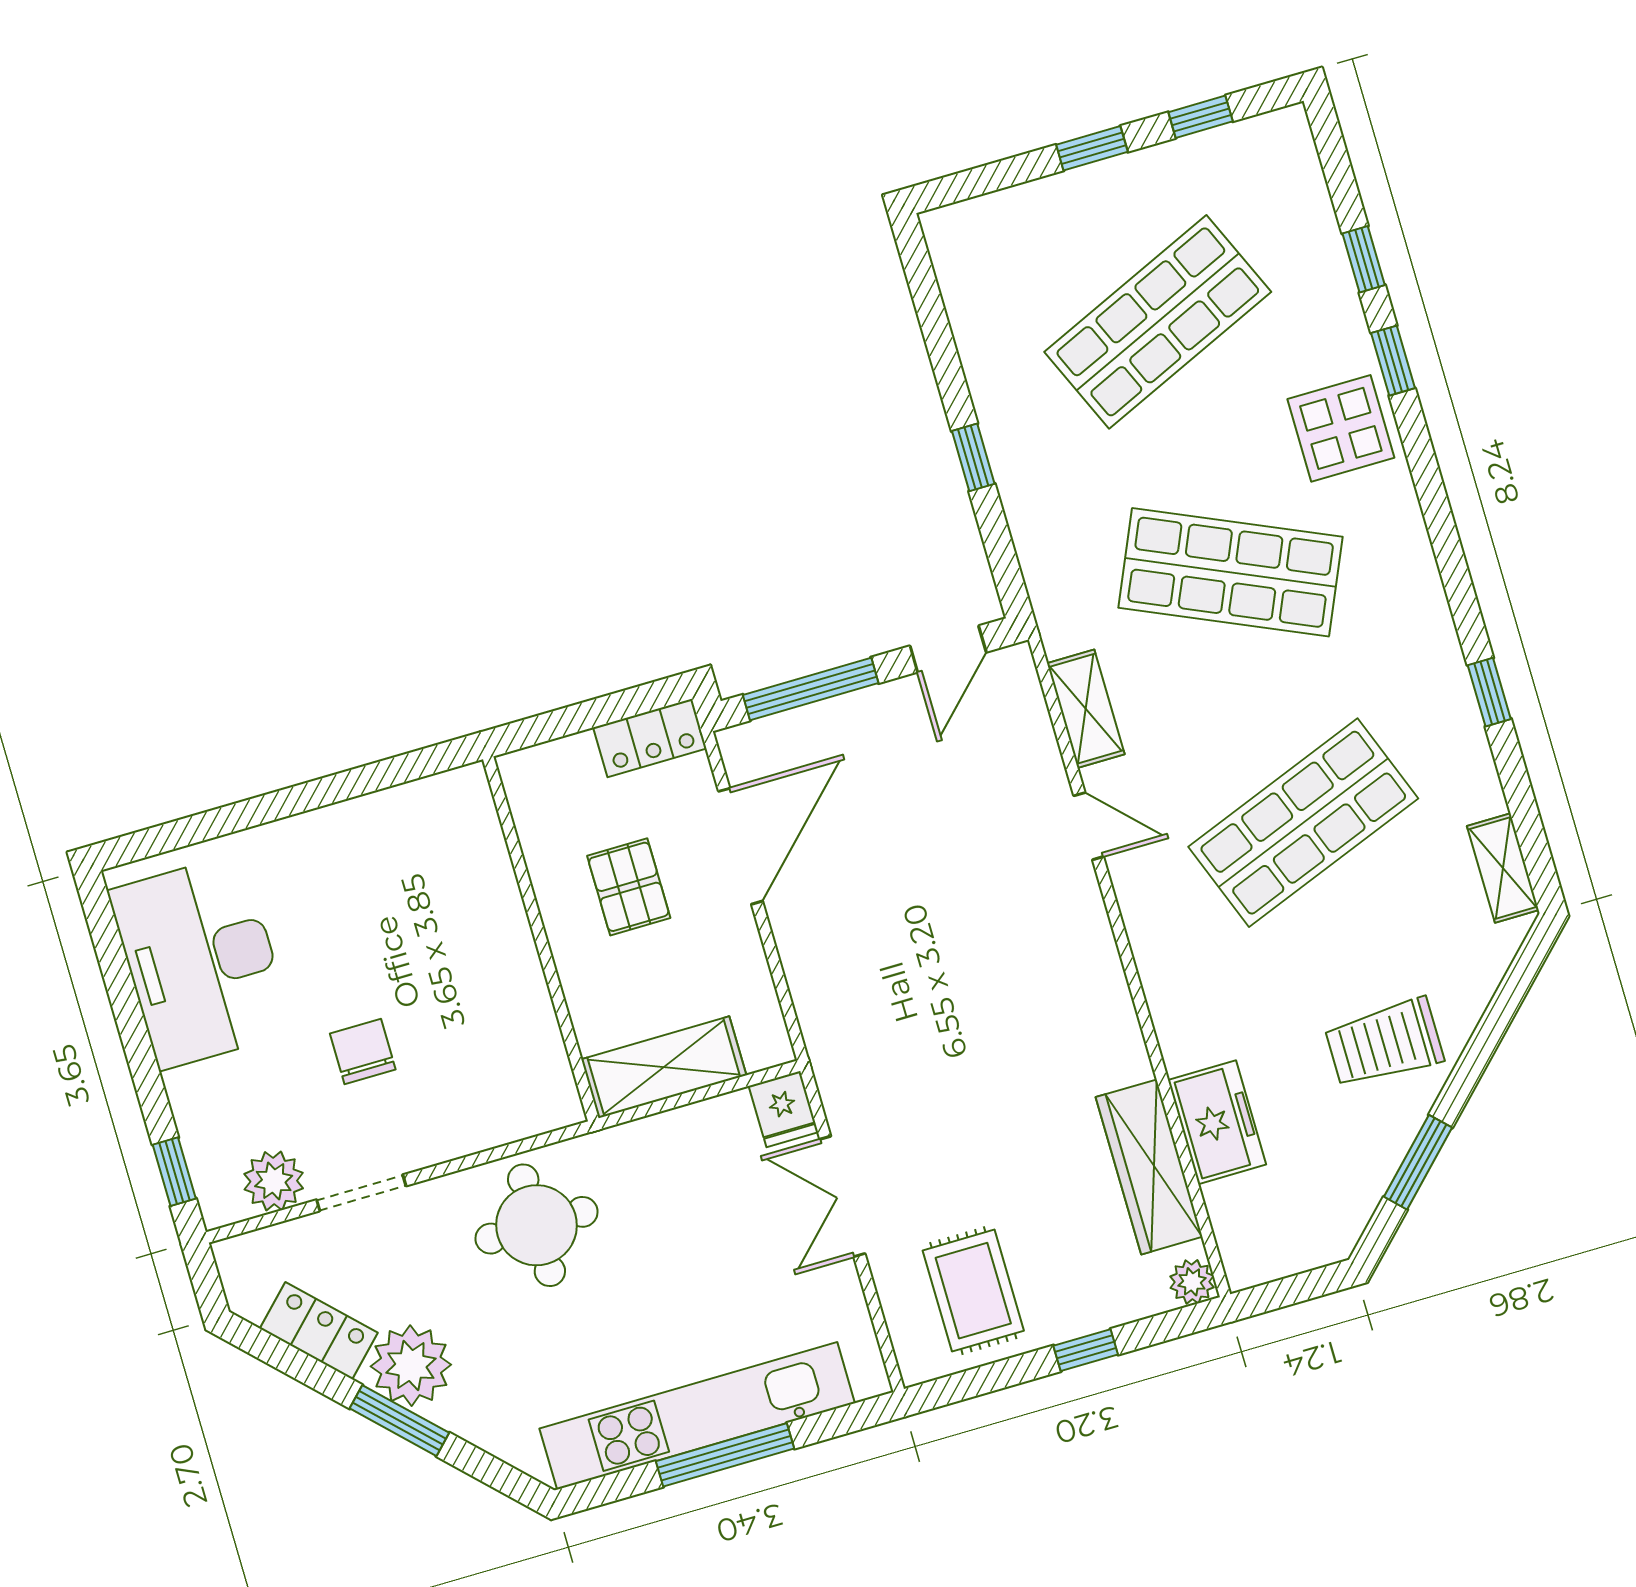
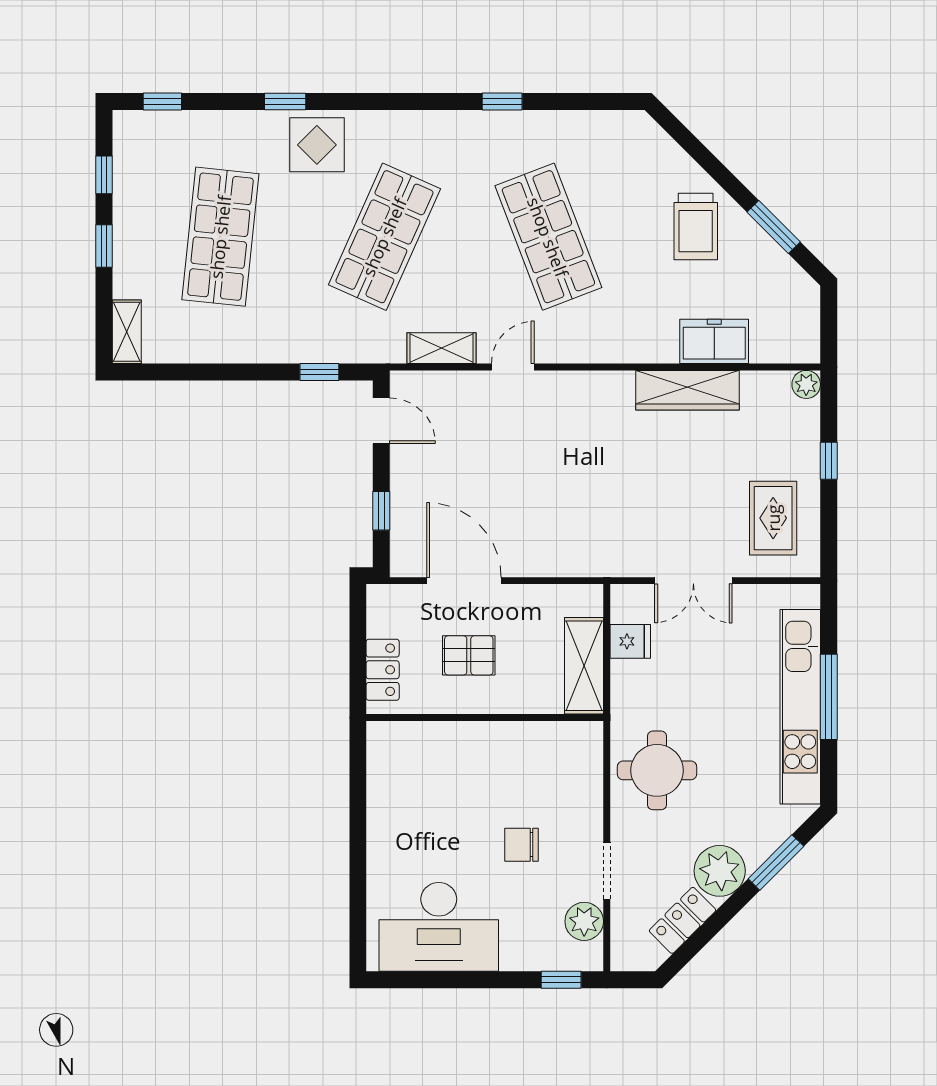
window: (1364, 259) -> (162, 101), moved
shop shelf: (1158, 322) -> (220, 237), turned 30
window: (973, 457) -> (319, 372), moved
window: (811, 689) -> (381, 511), width x0.46
locker: (650, 738) -> (383, 670), moved
shelving: (1503, 868) -> (127, 332), moved, turned 90
fridge: (783, 1109) -> (630, 641), moved
wardrobe: (1149, 1167) -> (688, 390), moved
rug: (973, 1291) -> (773, 518), turned 90
window: (399, 1421) -> (776, 863), moved

